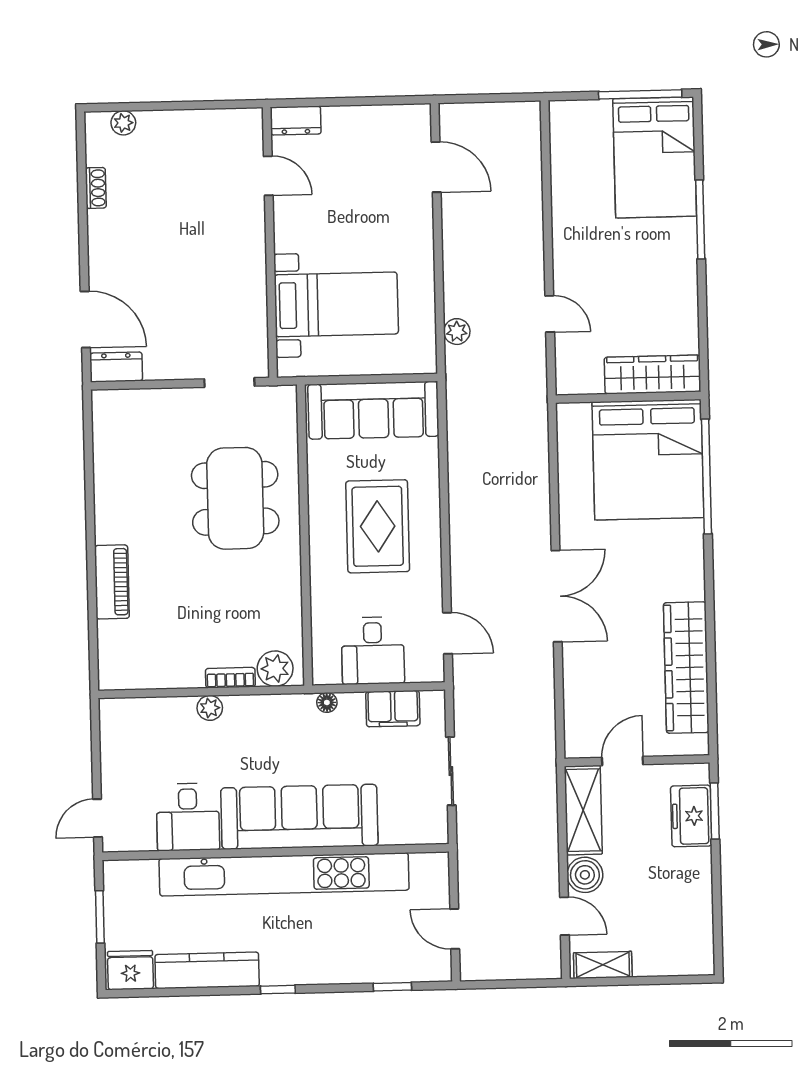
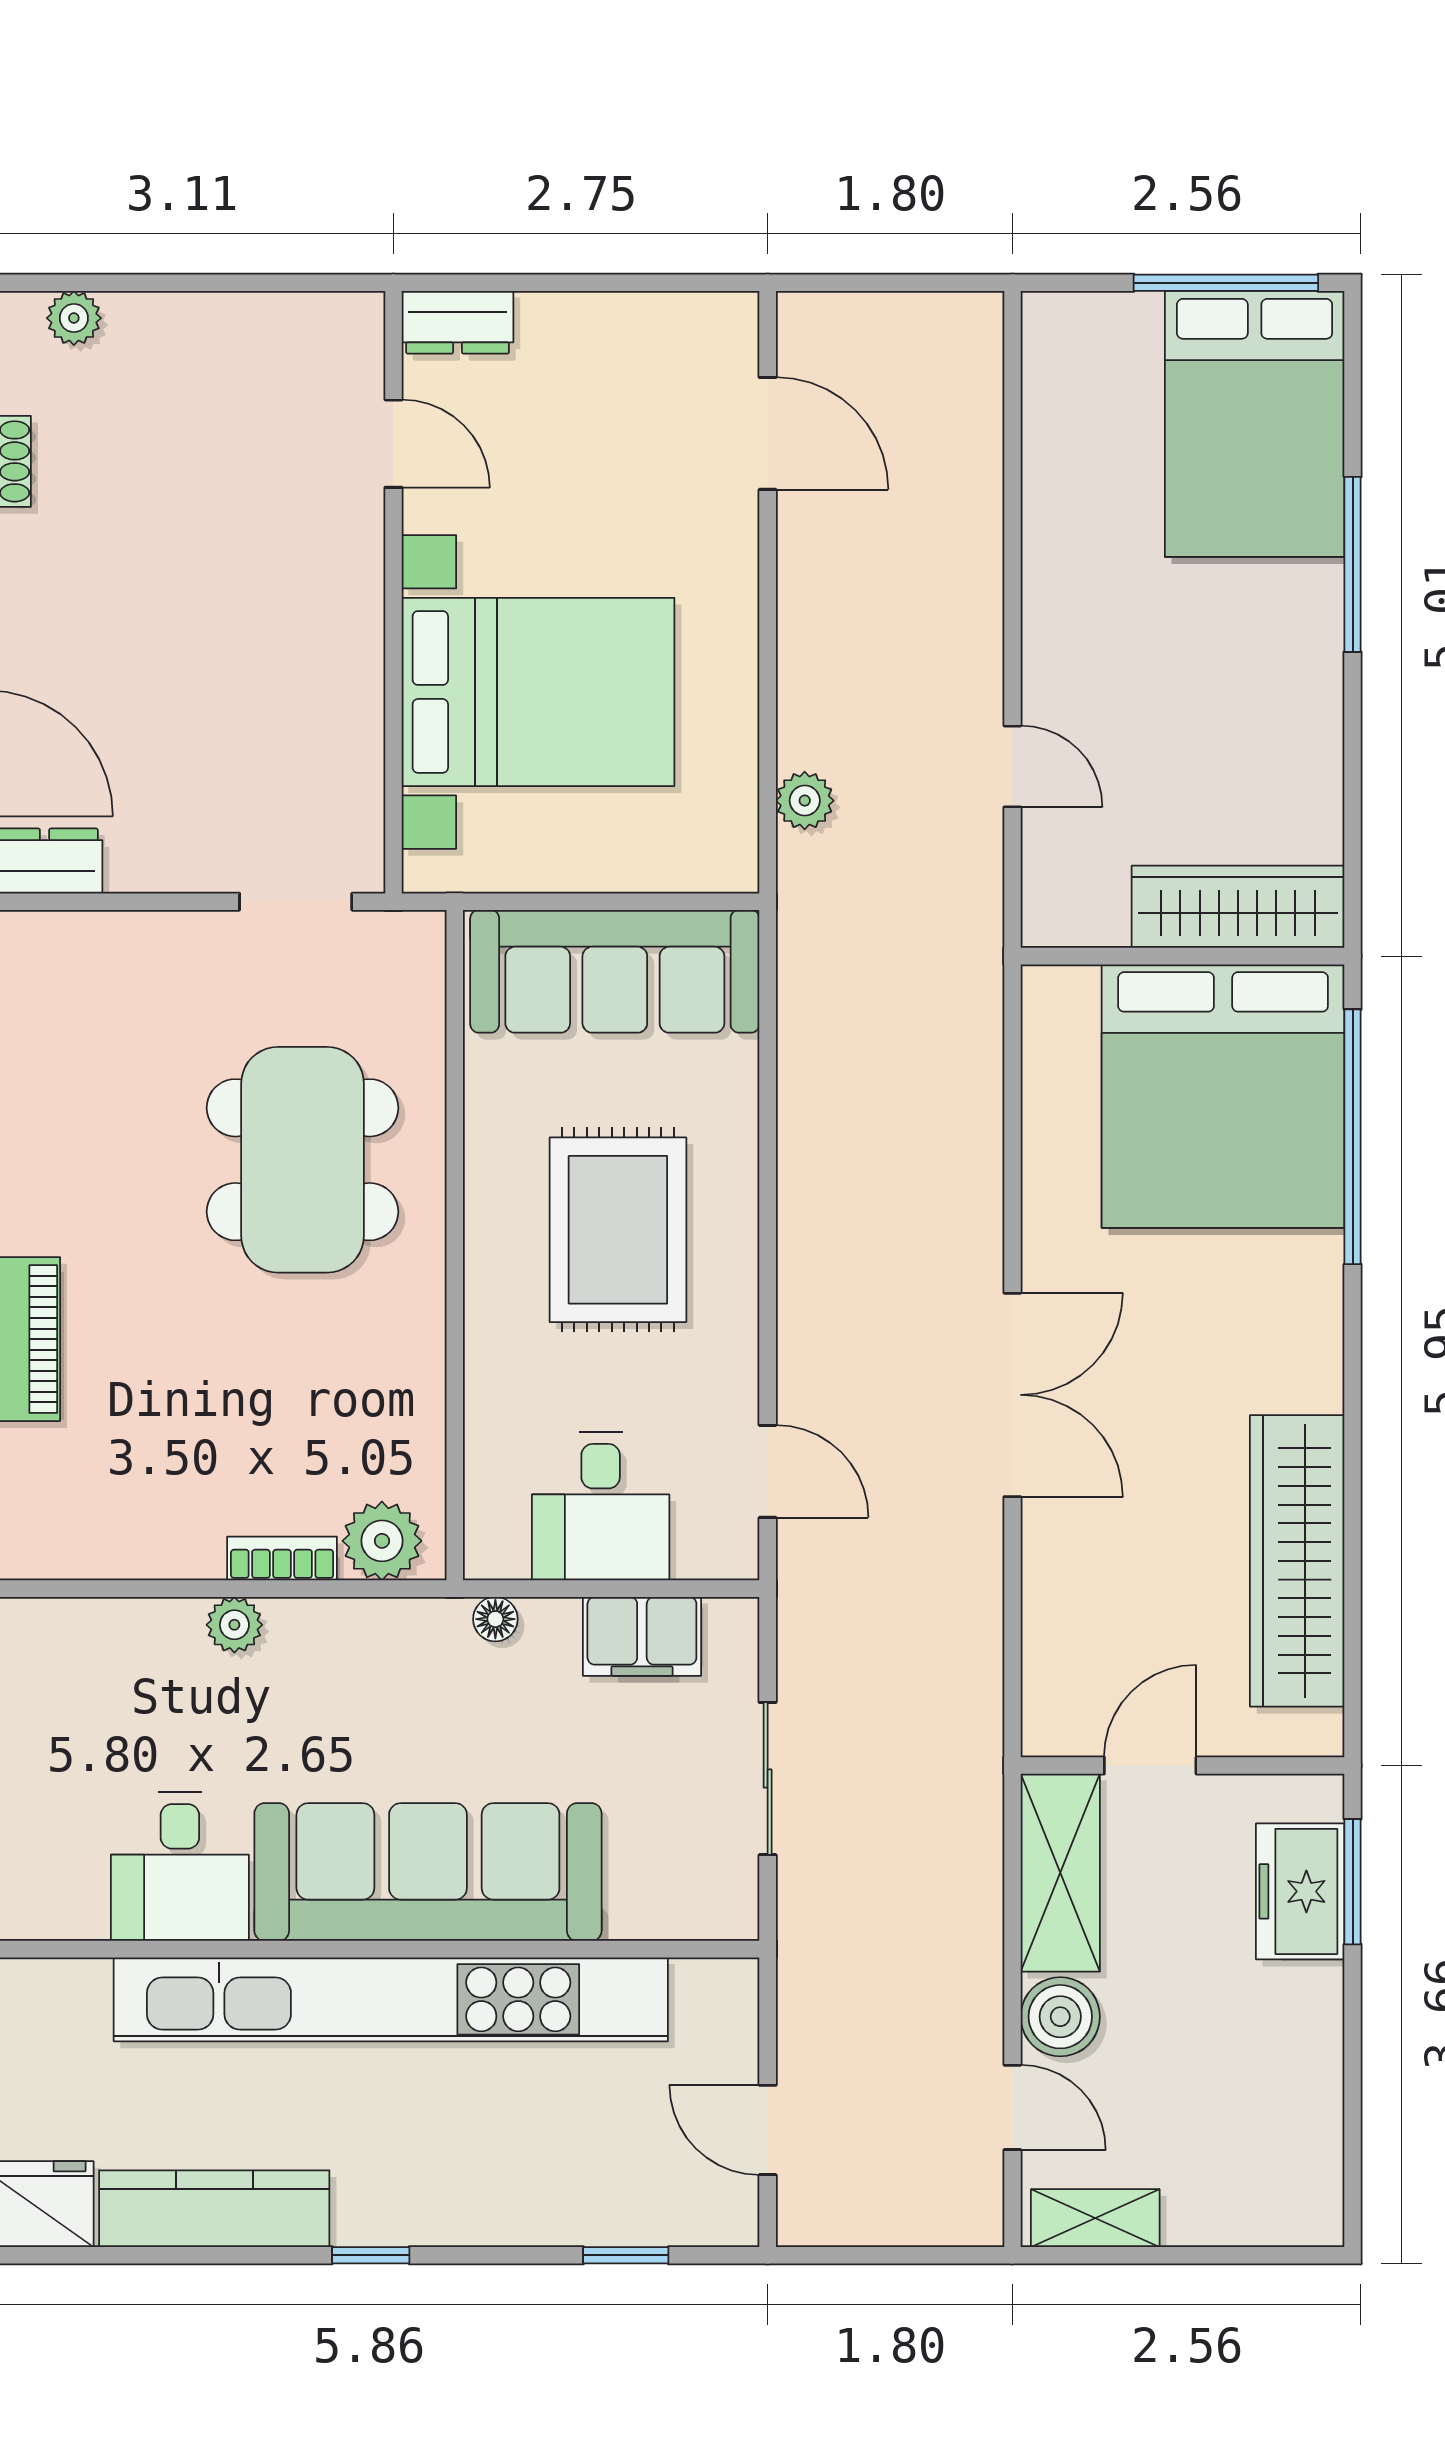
bed with nightstands: (336, 304) -> (538, 692), width x1.36

